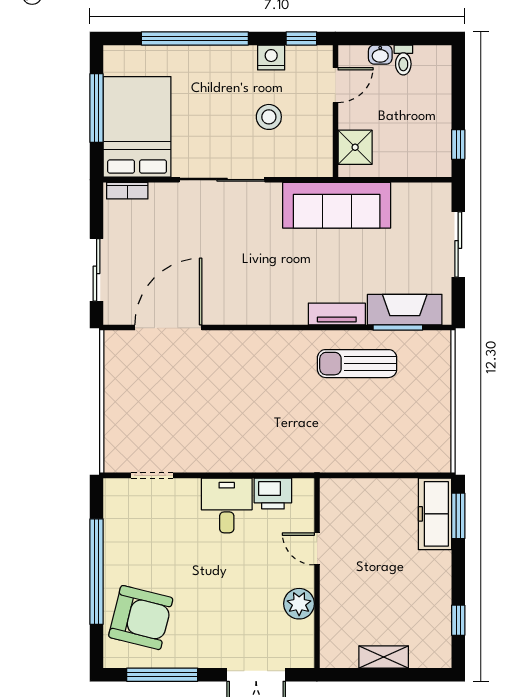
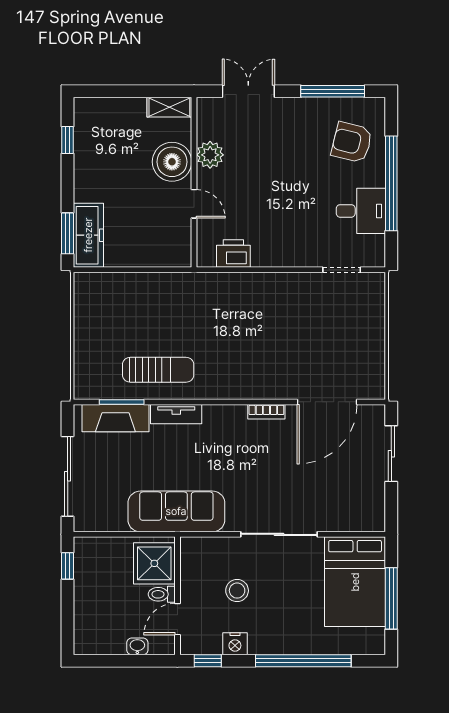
toilet: (403, 60) -> (162, 594), moved, turned -90
shower: (355, 147) -> (154, 563), width x1.36, depth x1.36
bookcase: (127, 191) -> (266, 412), moved, turned 180
sliding door: (458, 245) -> (68, 476), width x1.37
desk: (227, 505) -> (361, 211), moved, turned -90
boiler: (342, 596) -> (172, 162), added
armchair: (141, 618) -> (352, 142), width x0.73, depth x0.73
shelving: (384, 657) -> (169, 107), moved

